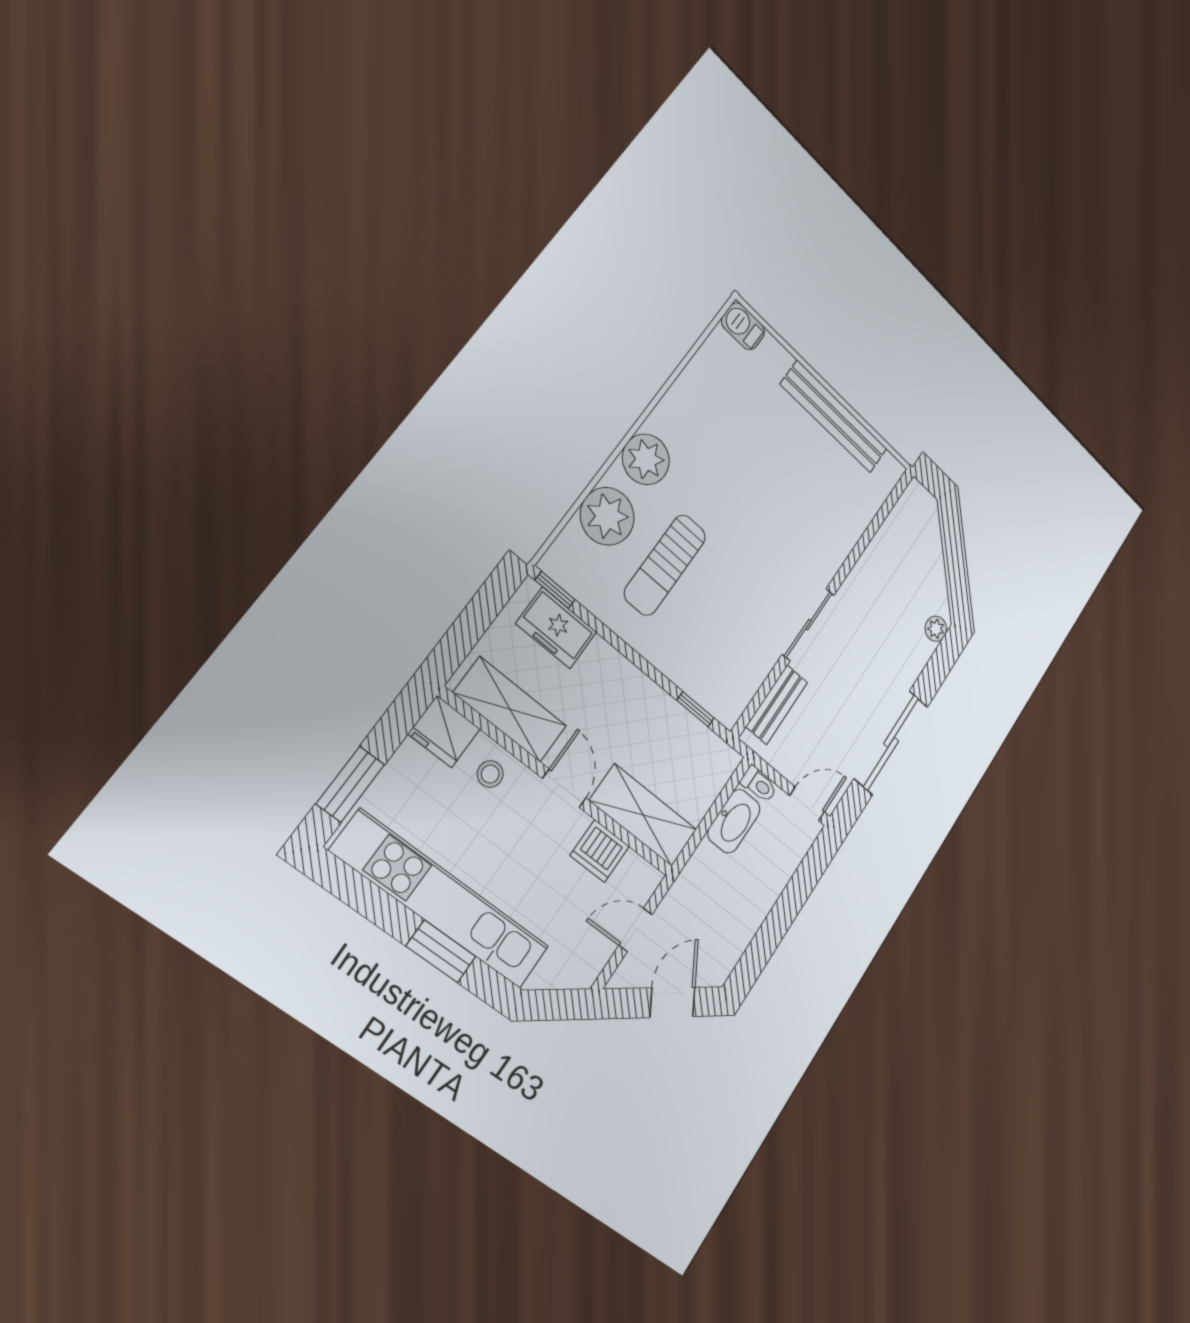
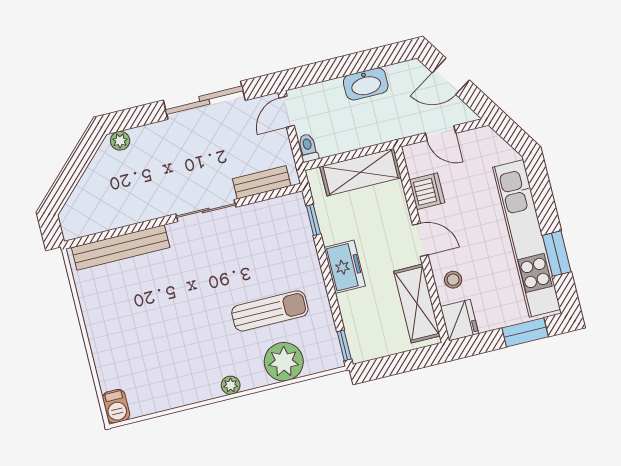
bench: (834, 417) -> (121, 247), moved, turned 90
plant: (646, 459) -> (231, 385), width x0.53, depth x0.53
freezer: (556, 628) -> (345, 267), moved
door: (564, 788) -> (420, 240), swing flipped
door: (807, 804) -> (287, 112), hinge flipped
shelving: (643, 815) -> (361, 172), moved, turned 90
washbasin: (734, 821) -> (366, 84), moved, turned 180
window: (441, 951) -> (557, 254), moved

